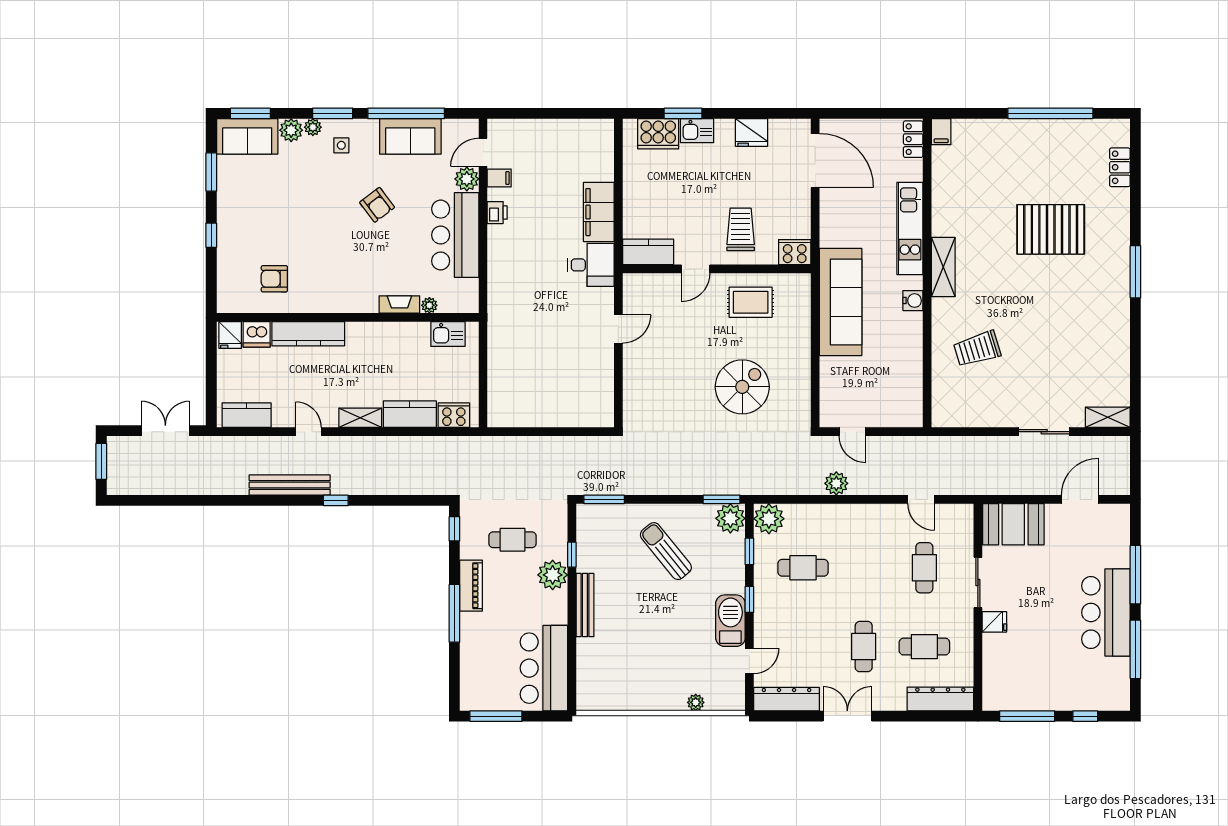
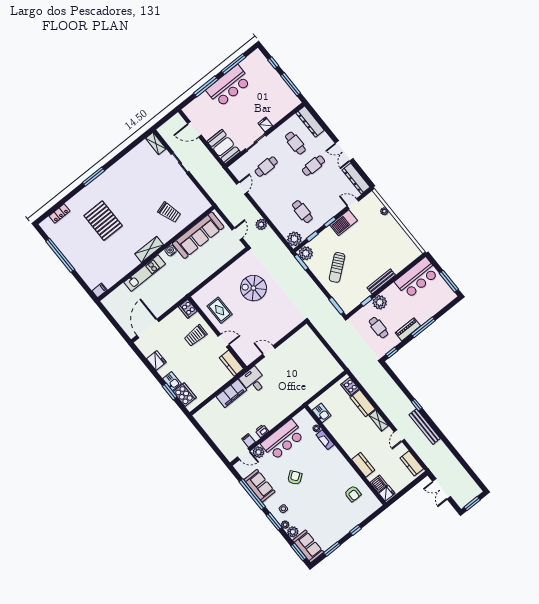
locker: (913, 139) -> (111, 298), removed
sofa: (841, 302) -> (198, 235), moved, turned 180
kitchen counter: (308, 334) -> (363, 465), width x0.67

